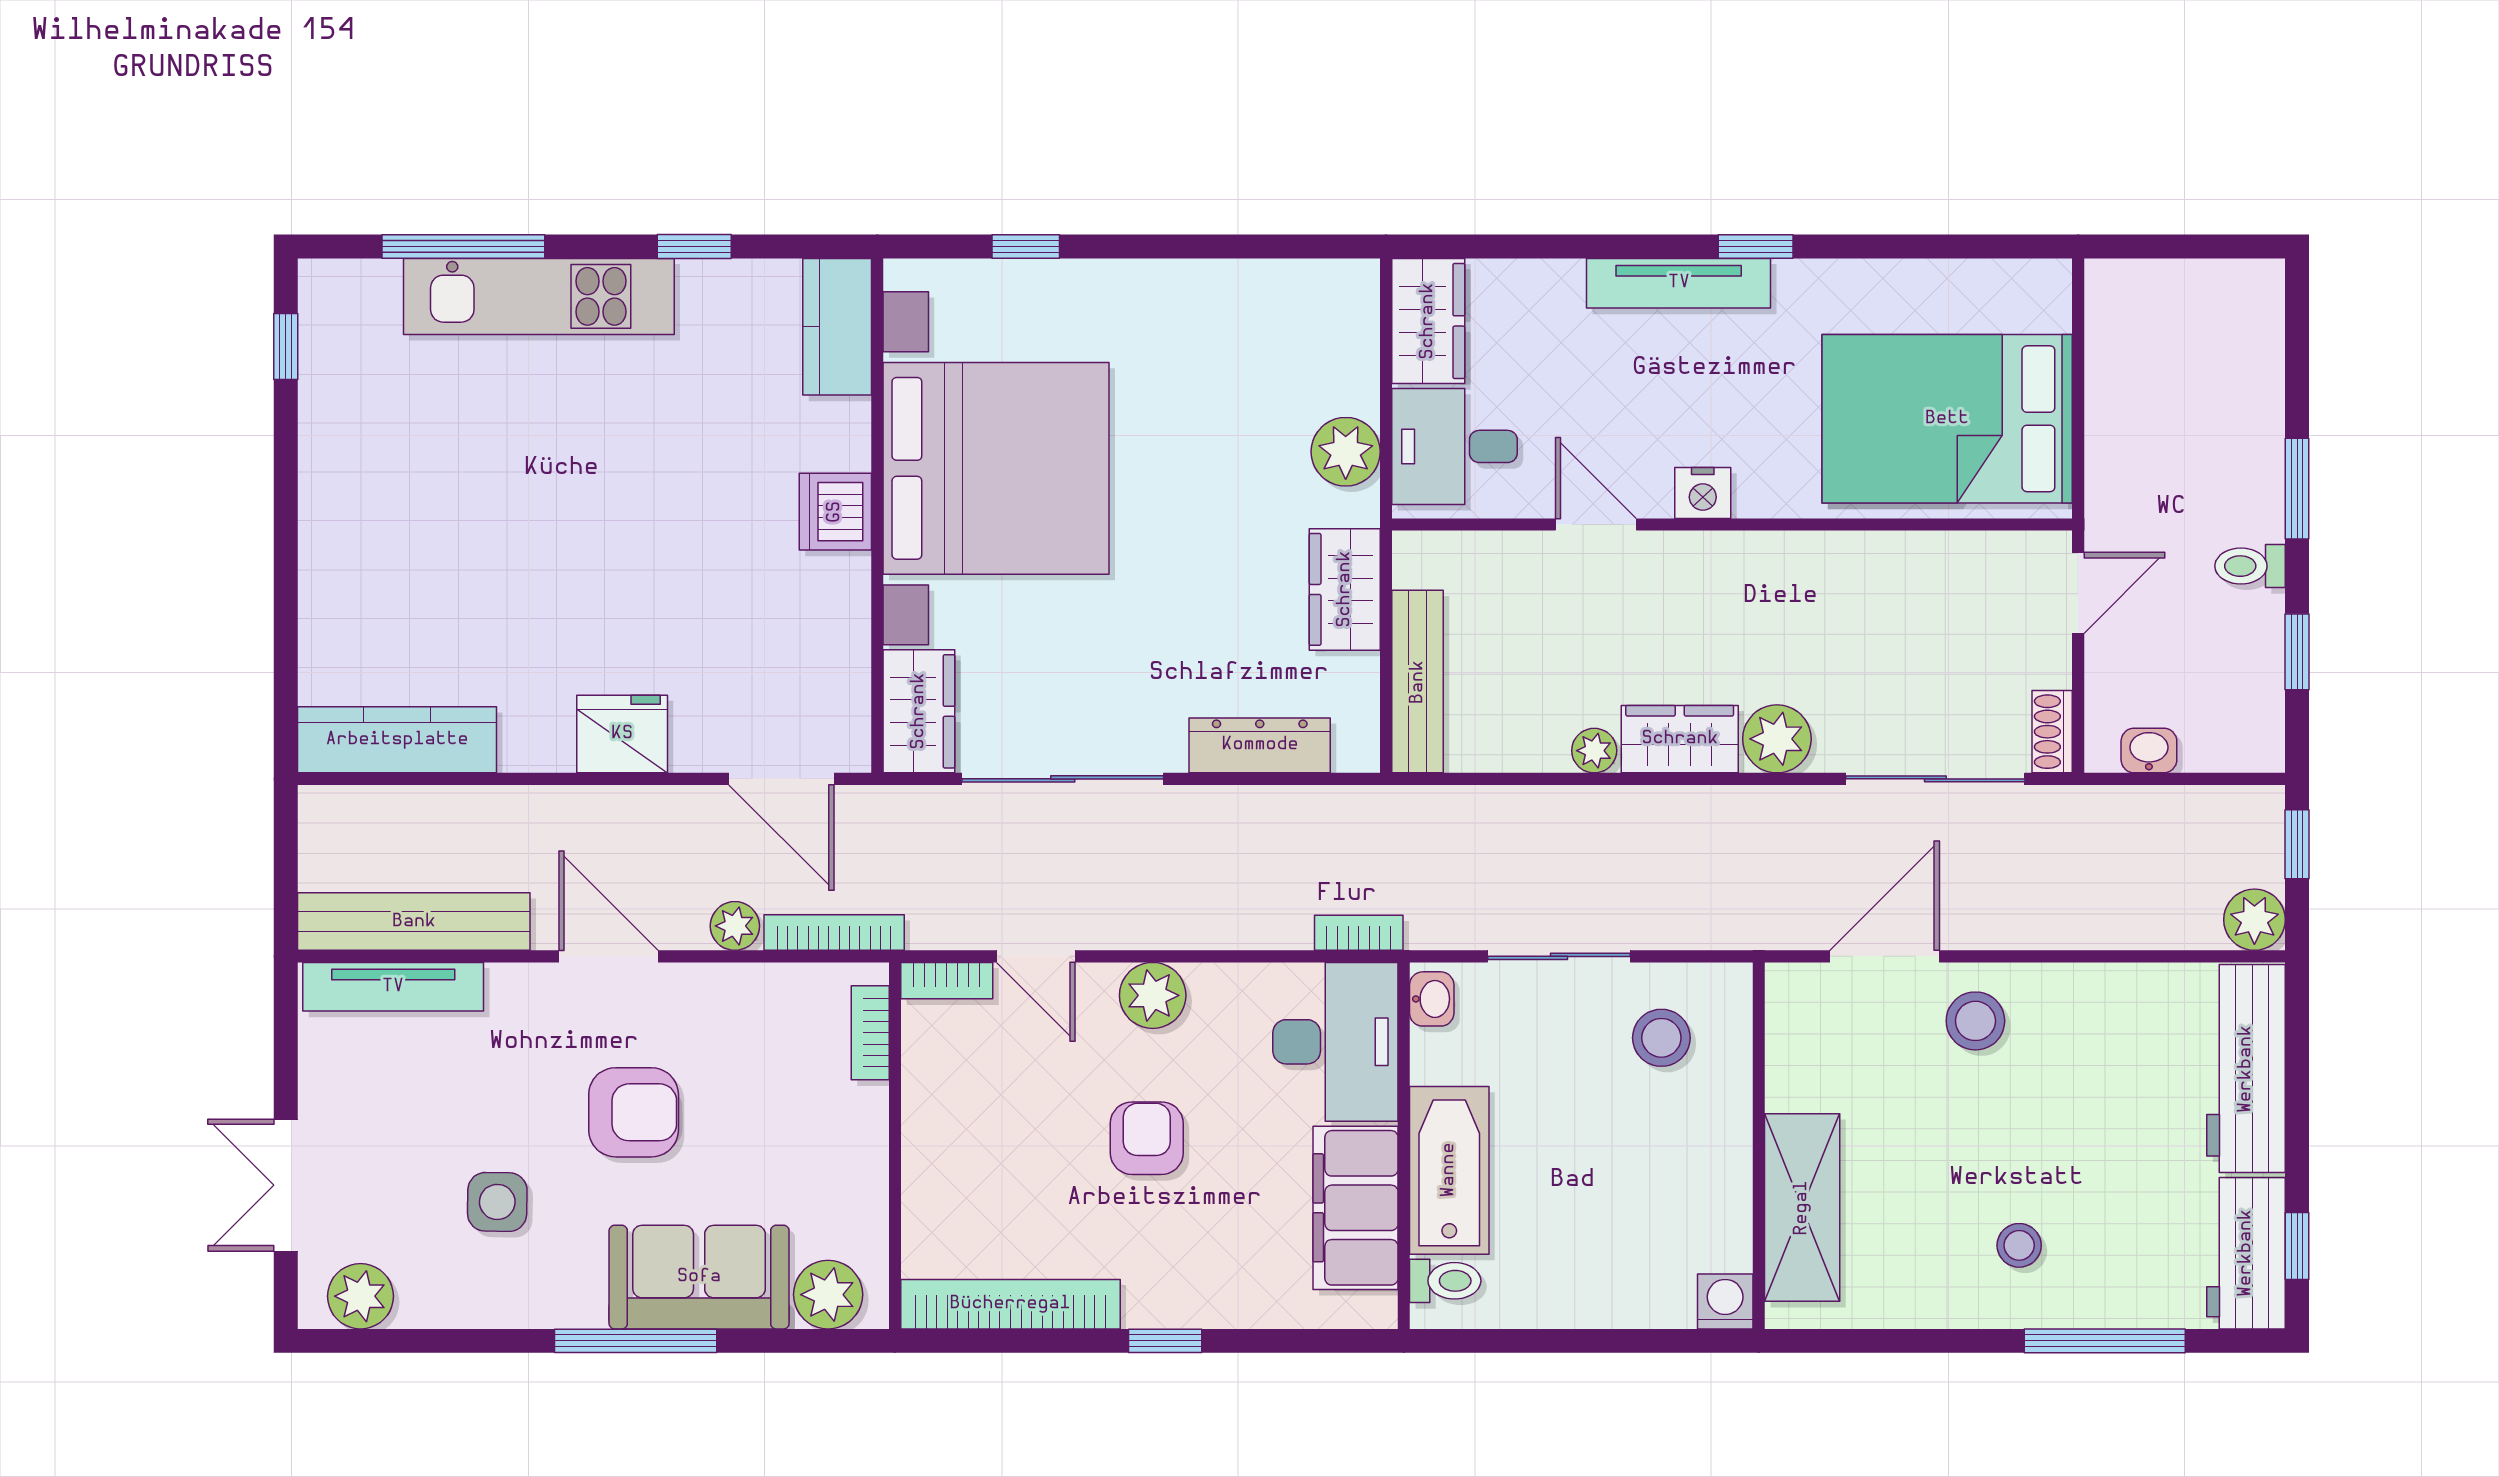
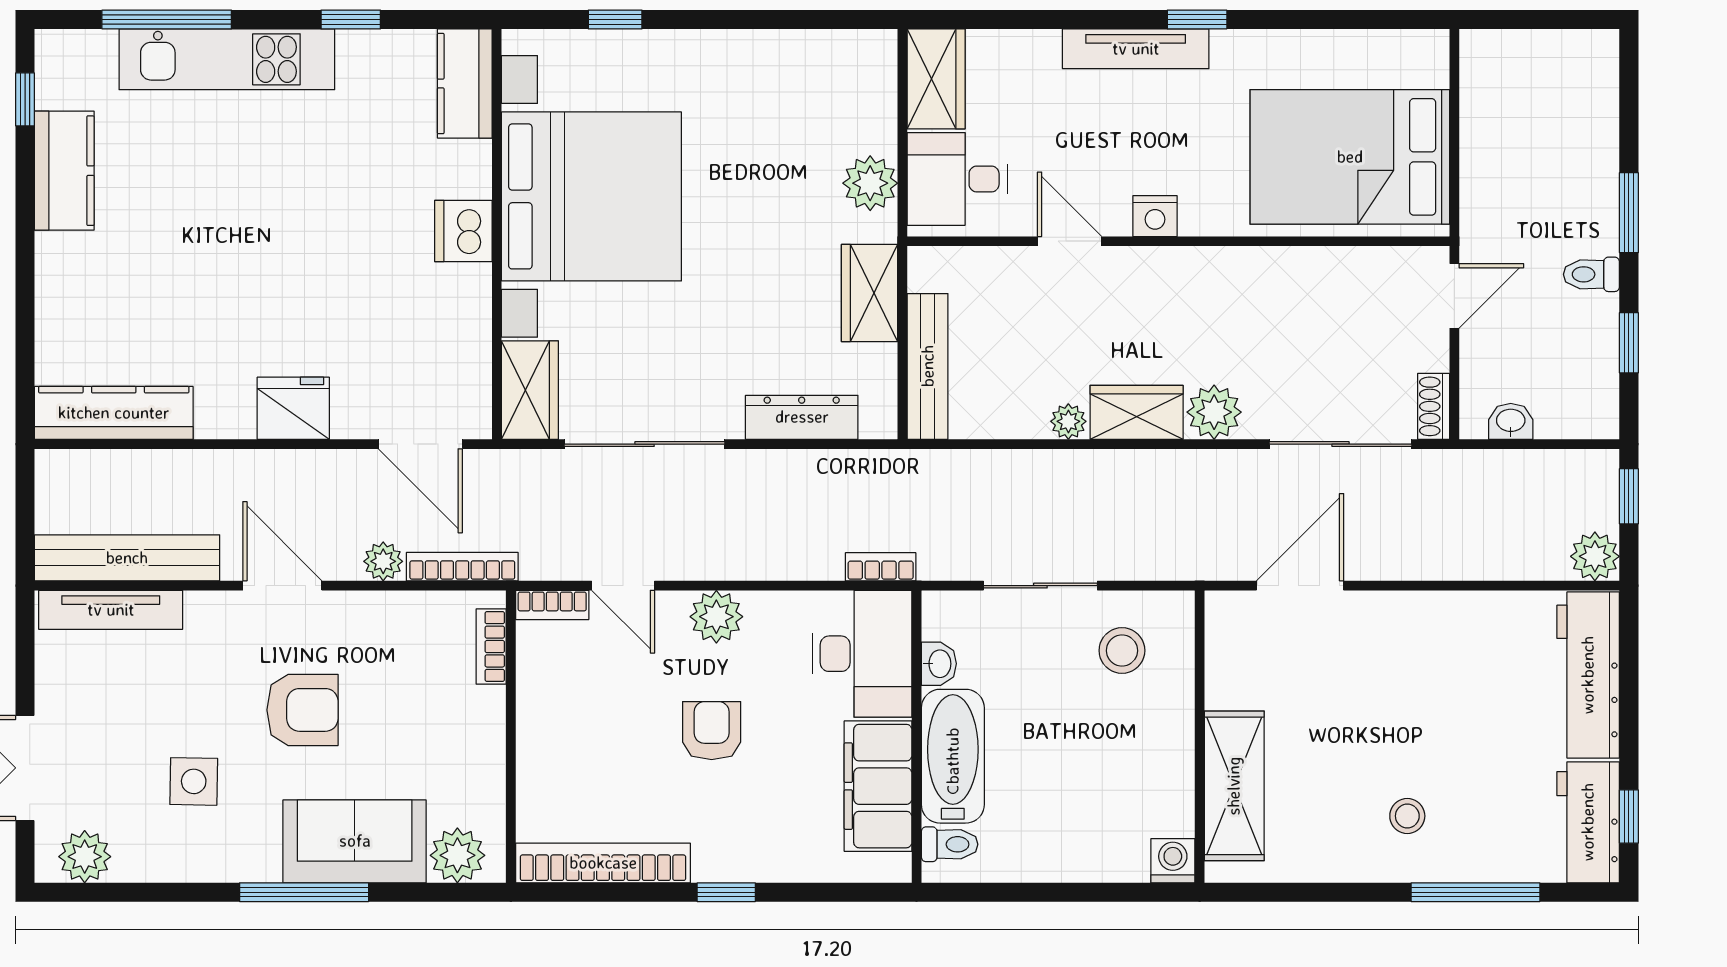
kitchen counter: (335, 436) -> (64, 171), added
washbasin: (1432, 999) -> (939, 664), moved
stool: (1975, 1021) -> (1372, 637), removed

